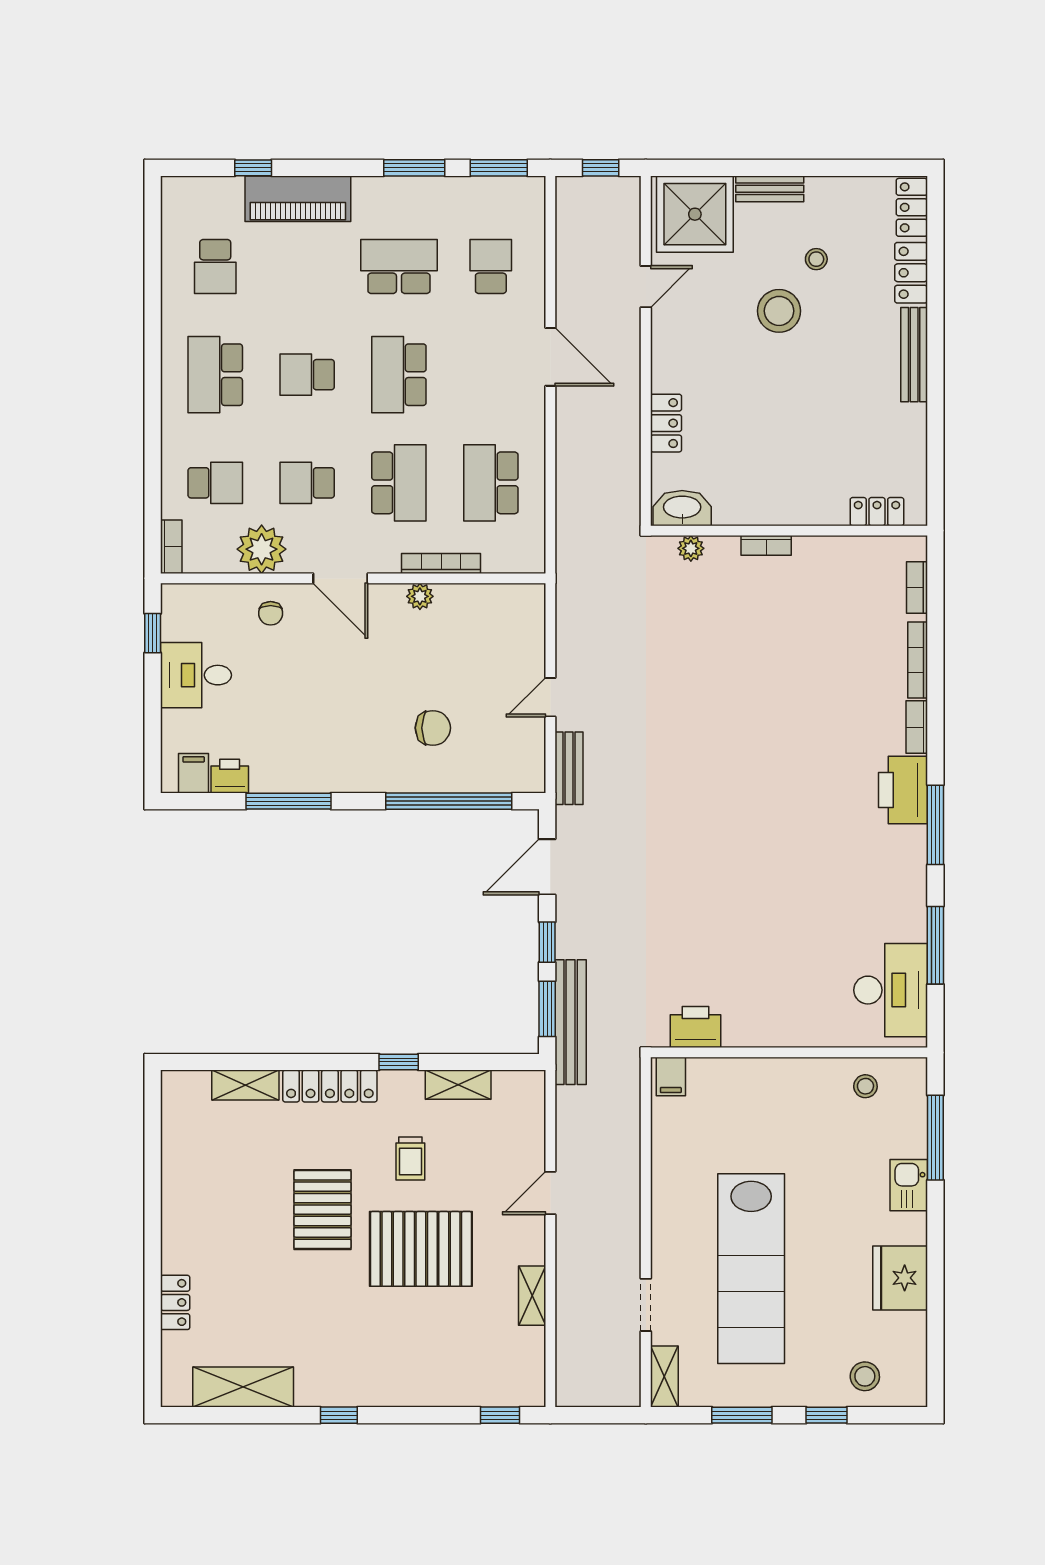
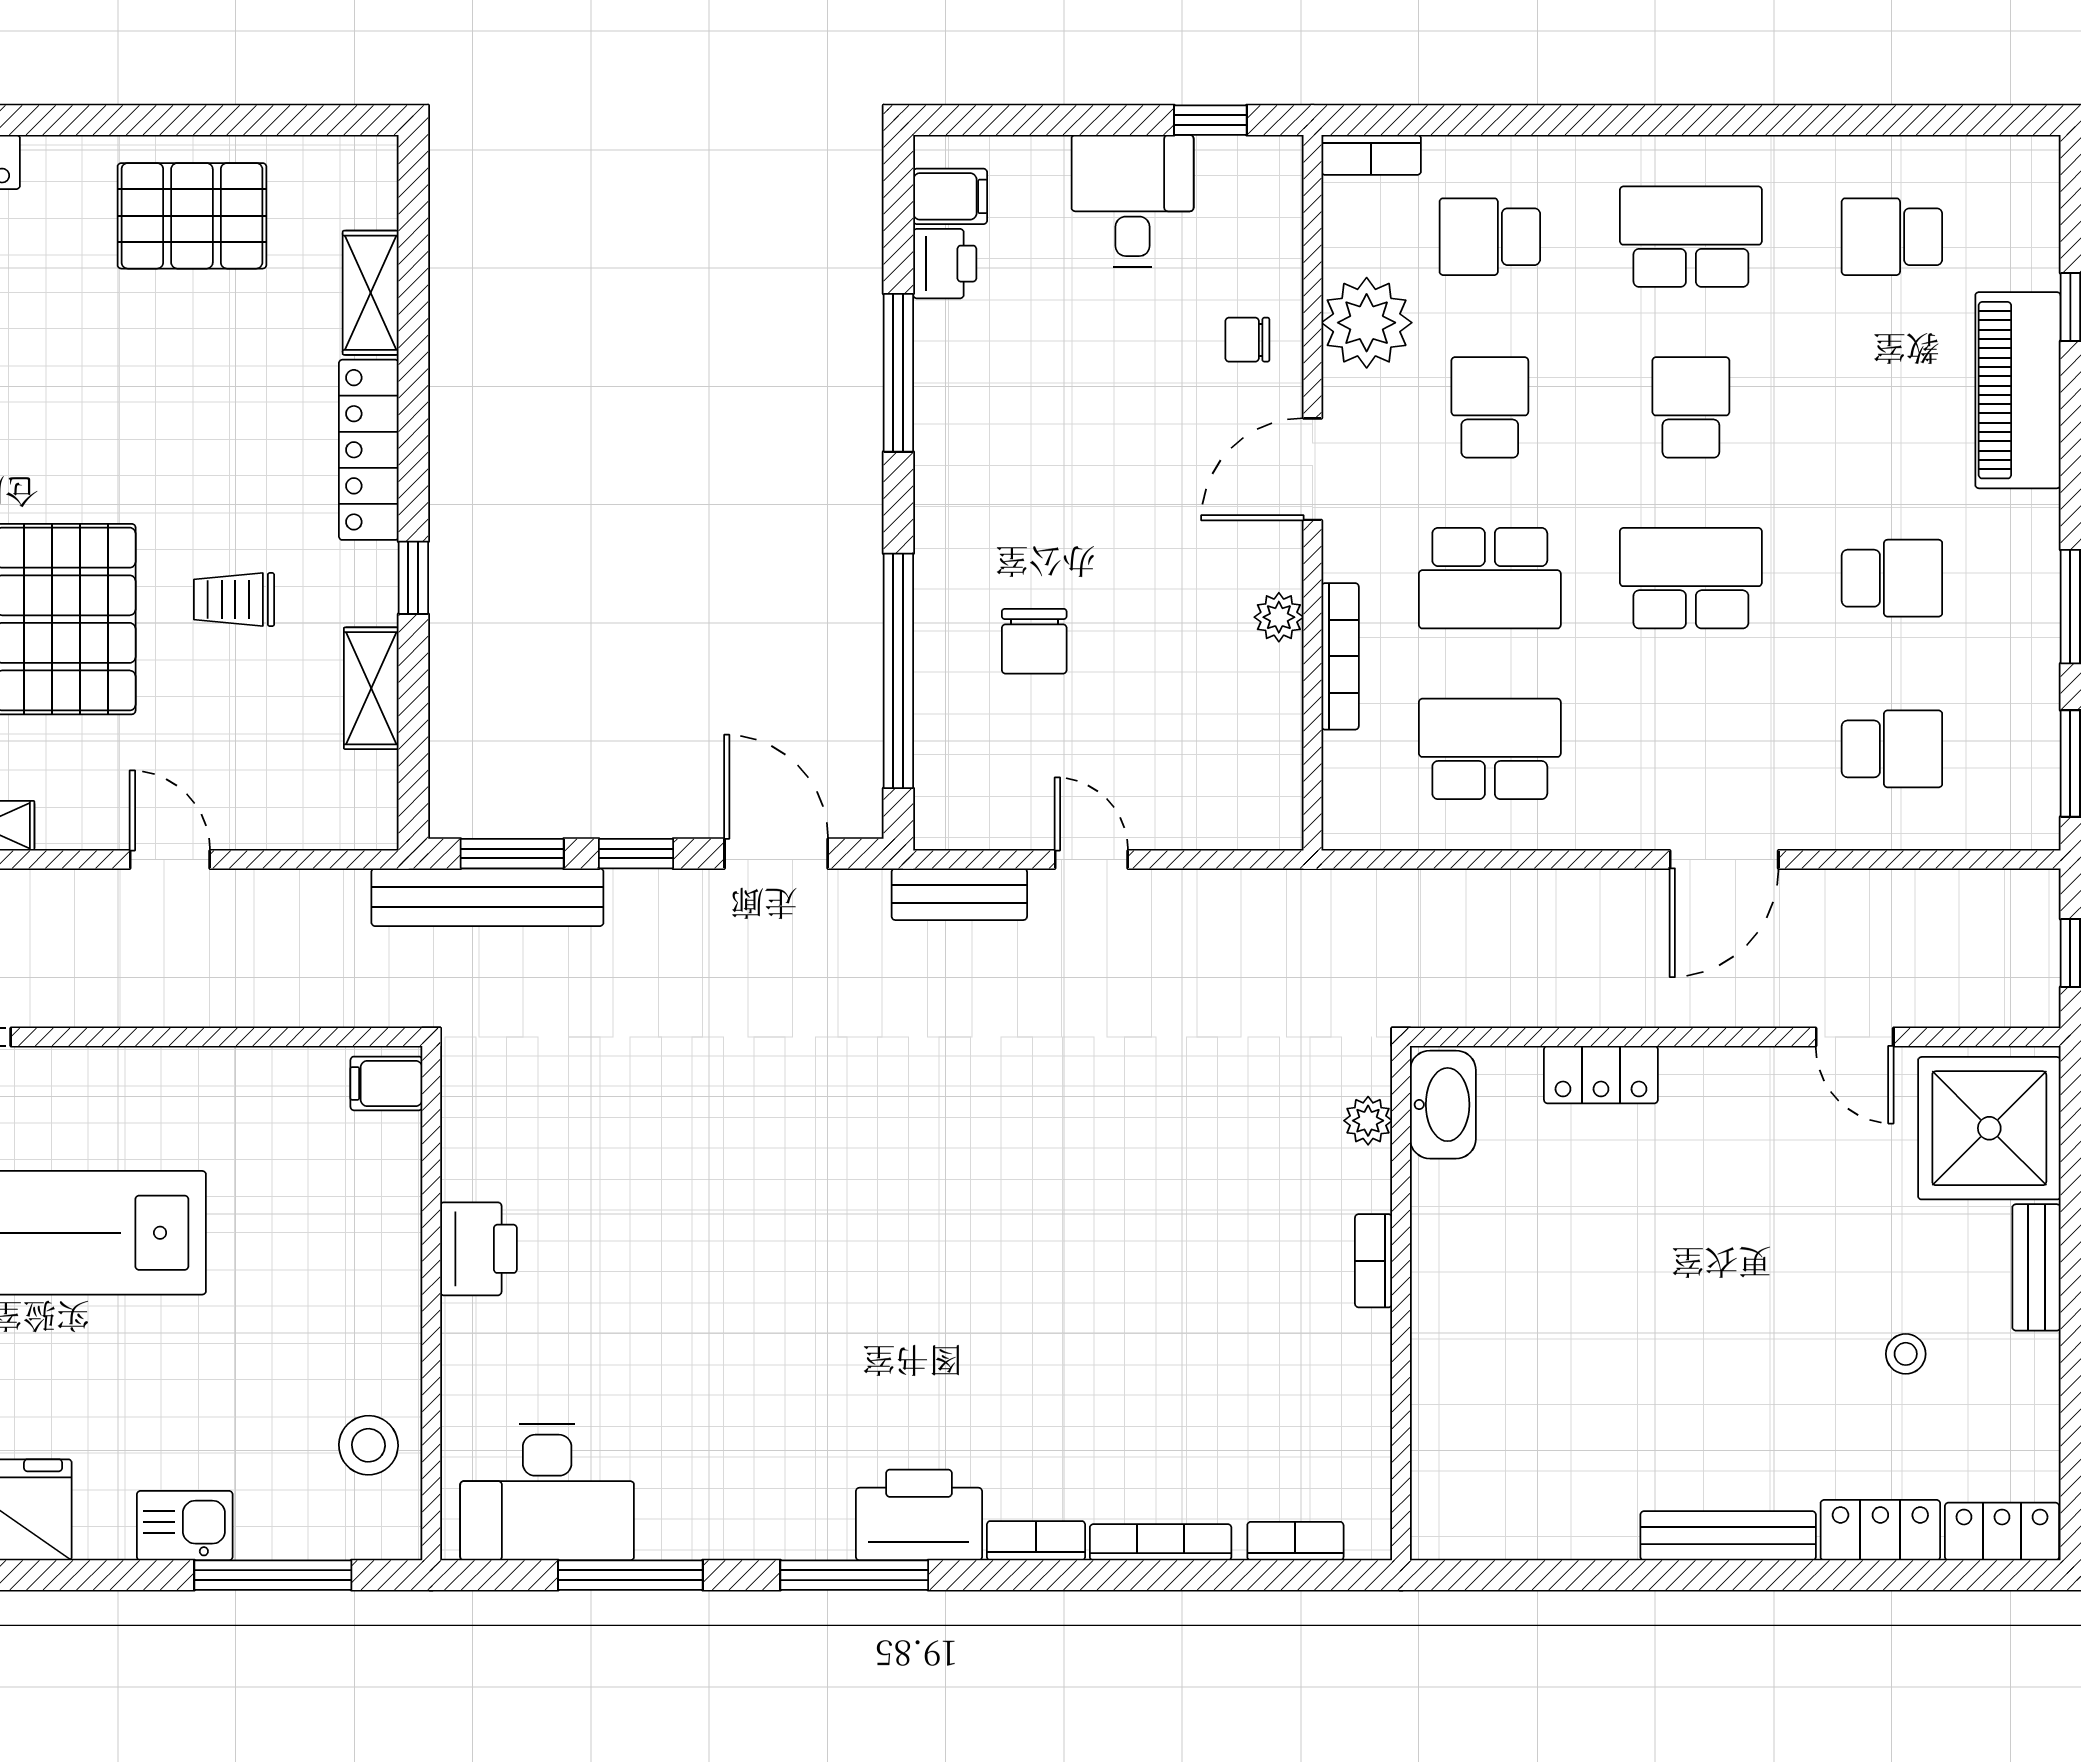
school desk: (399, 267) -> (1892, 578), width x0.54
stool: (779, 311) -> (1809, 1285), removed
school desk: (215, 483) -> (1490, 237), turned 90
locker: (877, 512) -> (1436, 1467), removed
printer: (696, 1027) -> (478, 1249), moved
stool: (865, 1086) -> (368, 1445), width x1.37, depth x1.37
pallet: (322, 1210) -> (192, 216), moved

